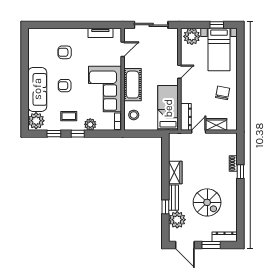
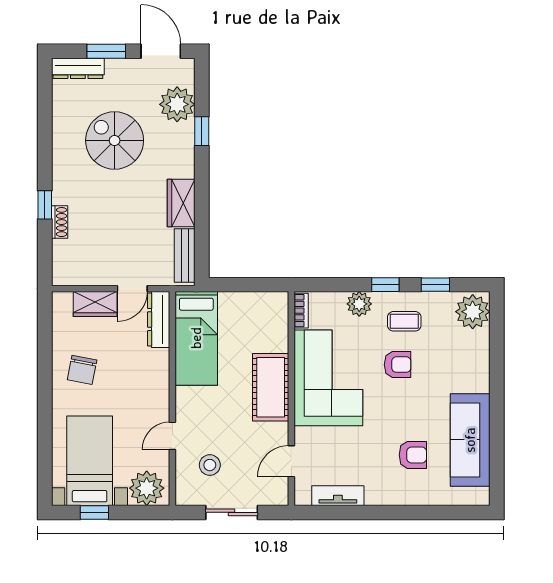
sliding door: (151, 25) -> (232, 512), width x0.73
door: (179, 72) -> (172, 436), moved
armchair: (65, 86) -> (398, 365), moved
sofa: (37, 89) -> (470, 440), moved
stool: (134, 115) -> (210, 465), moved
bench: (174, 198) -> (185, 255), moved

